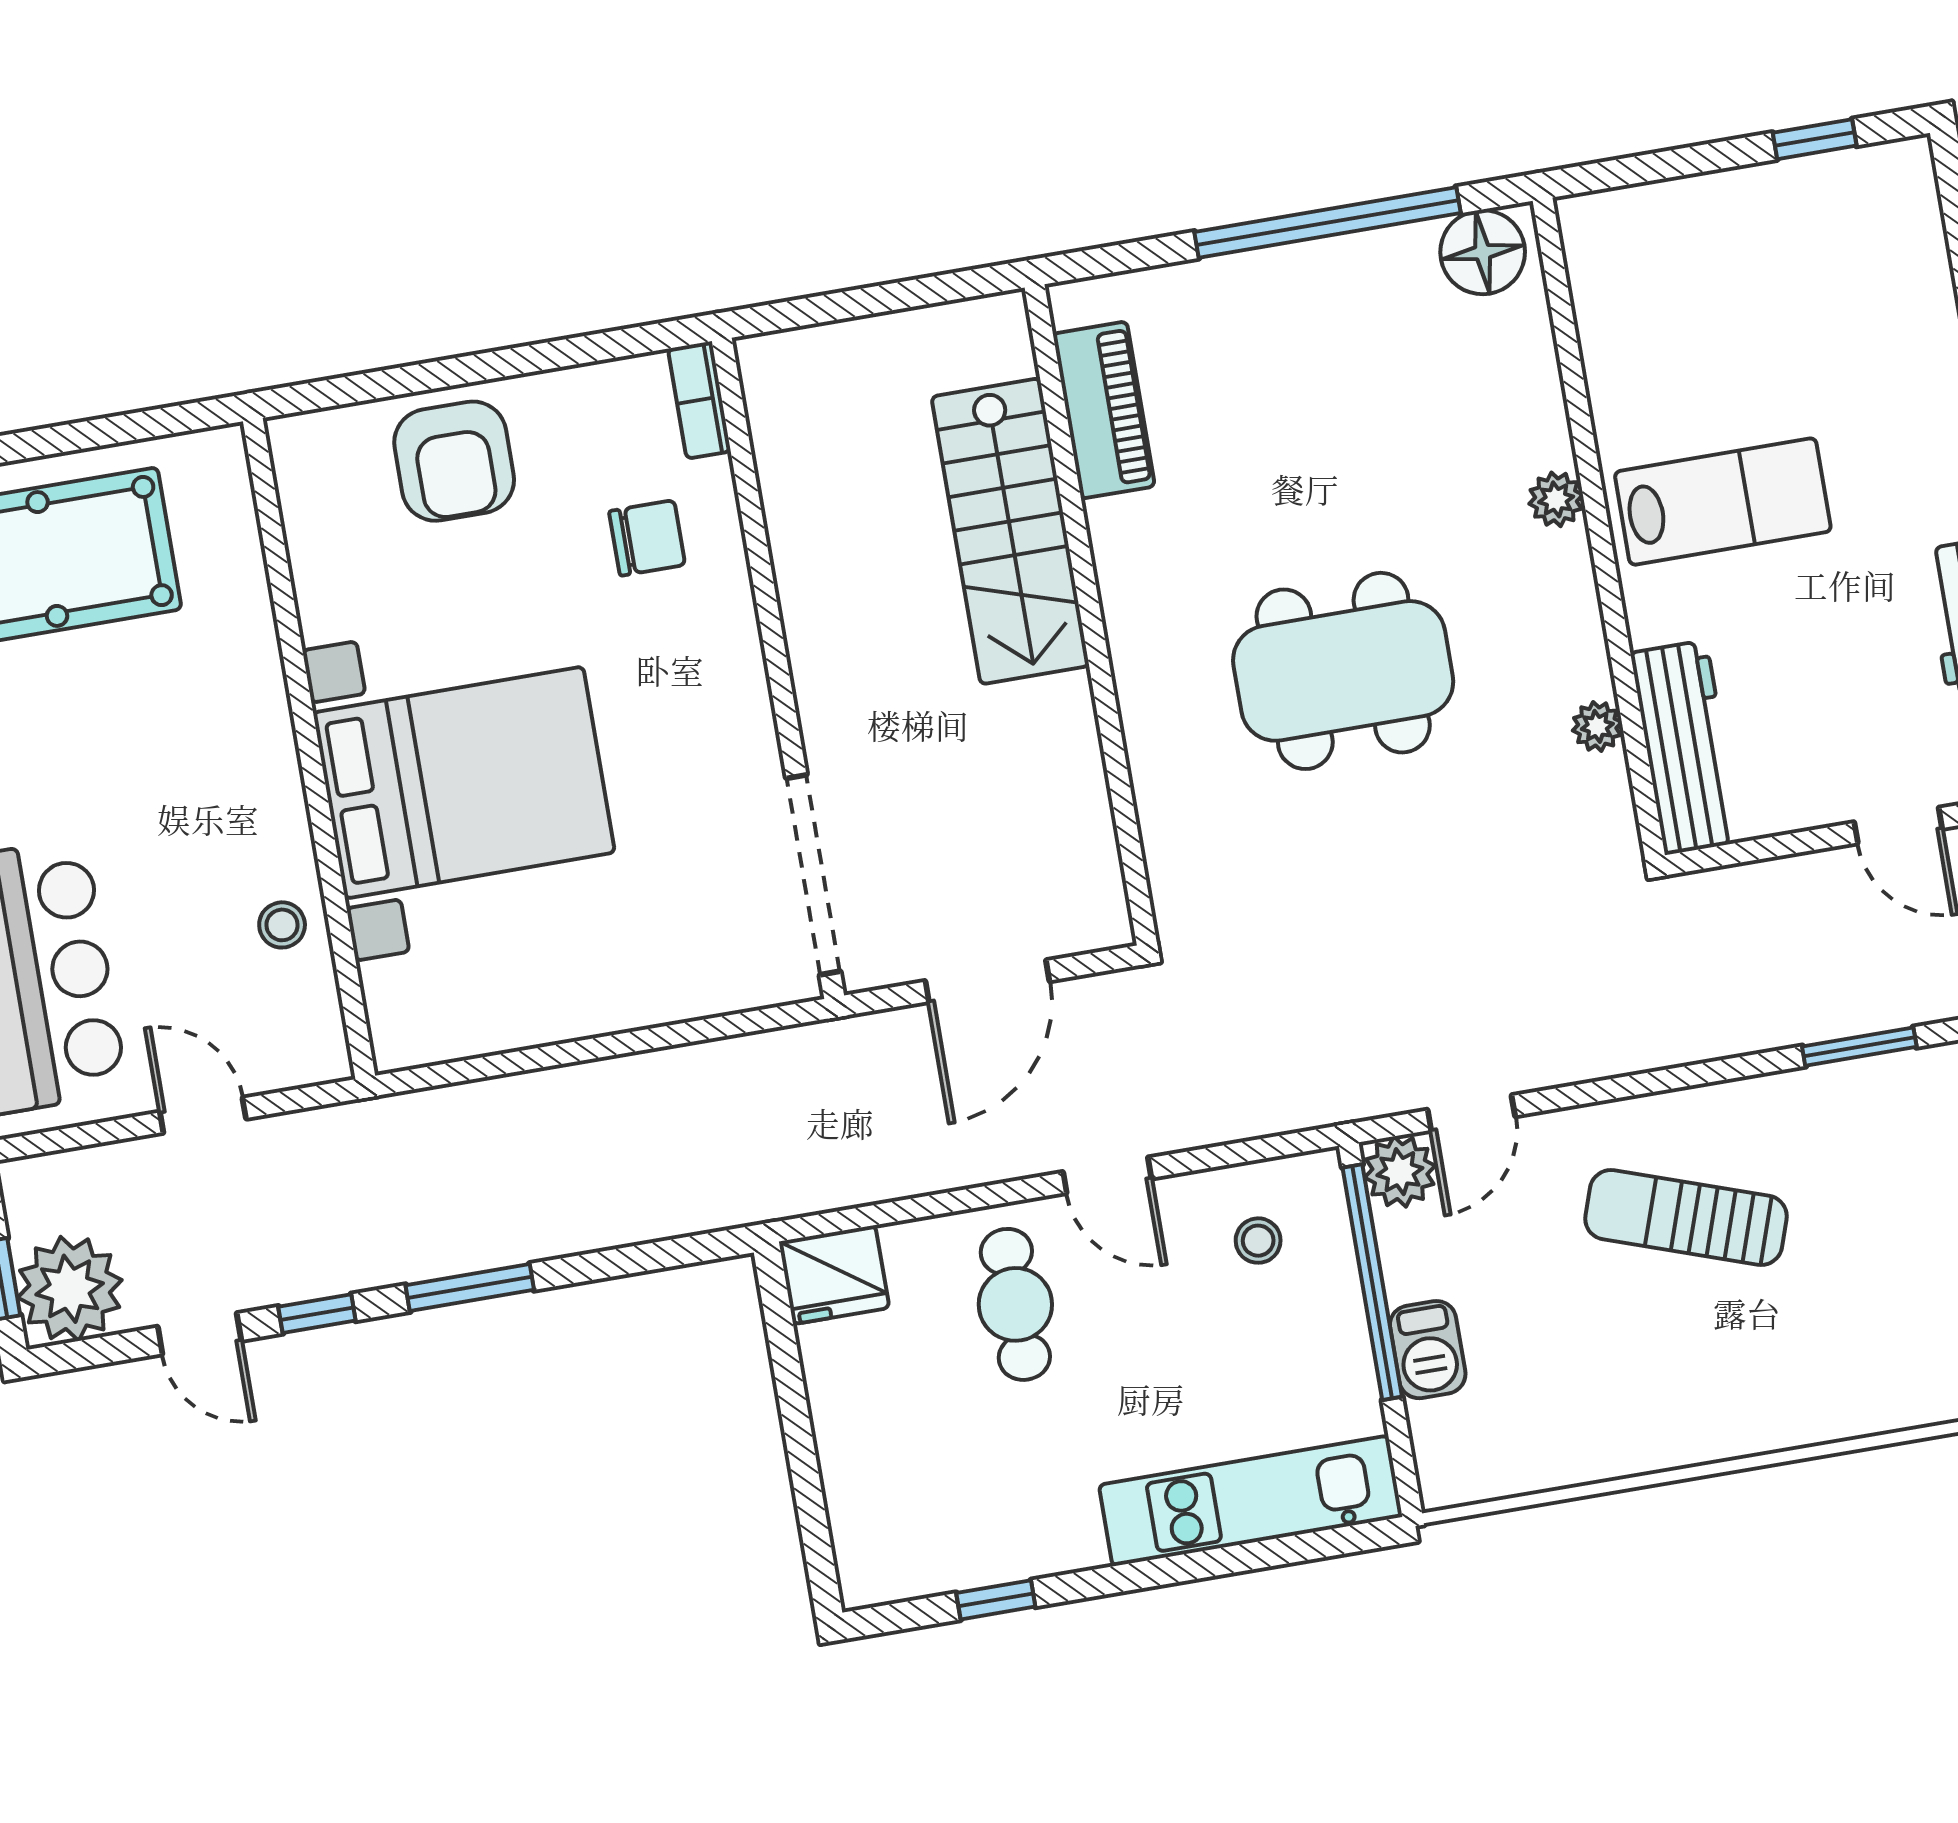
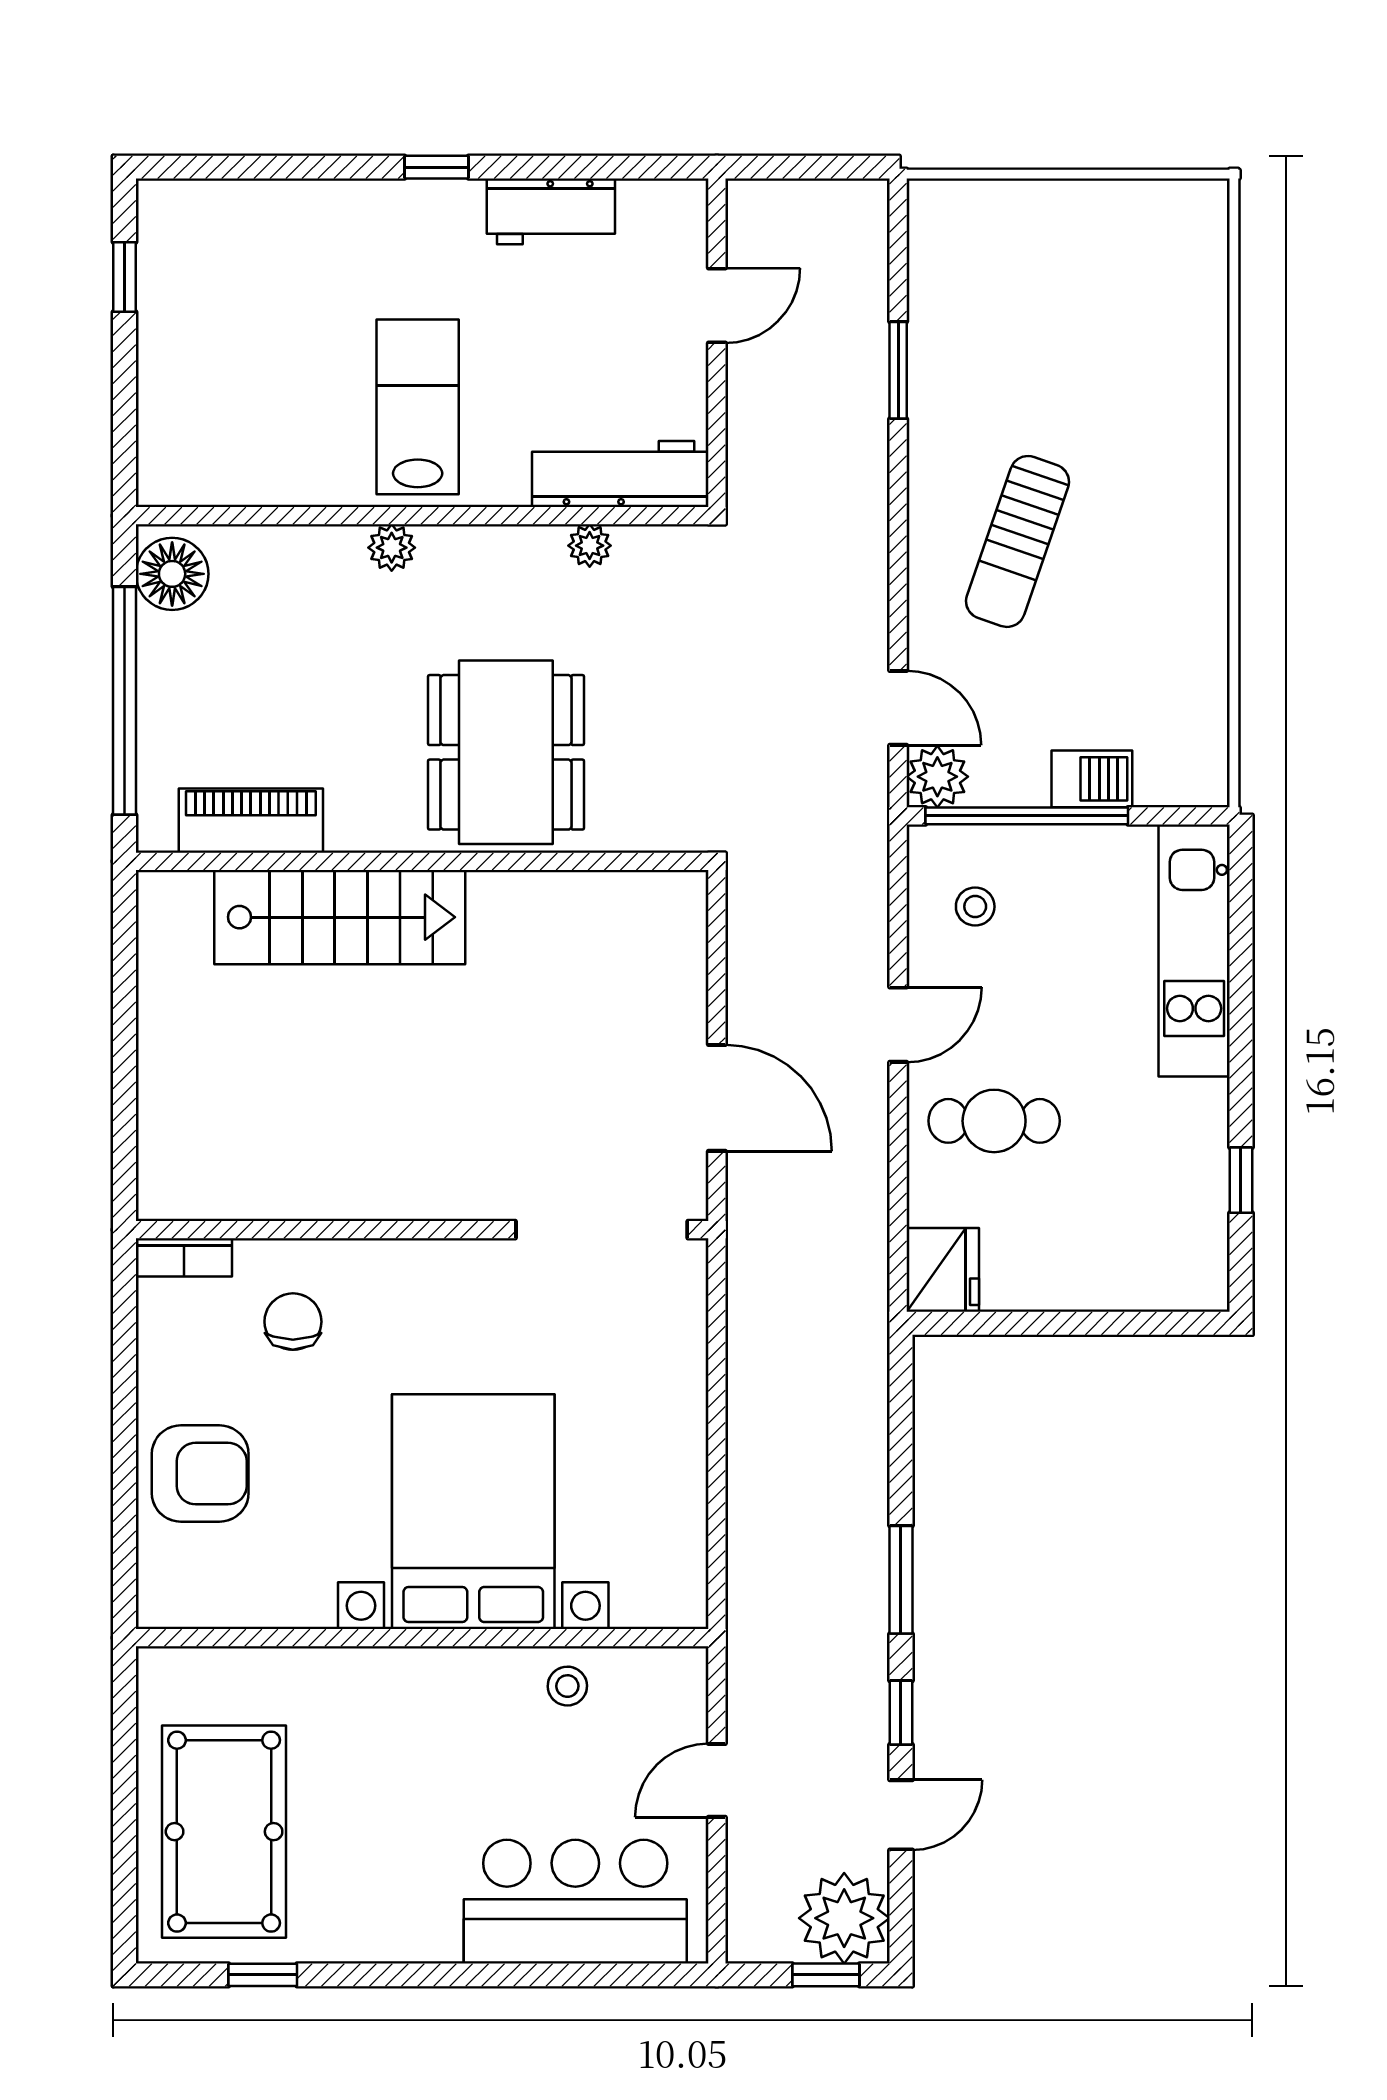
piano: (1104, 410) -> (251, 821), moved
stairs: (1010, 531) -> (340, 917), moved
wall: (1091, 615) -> (422, 861), moved

